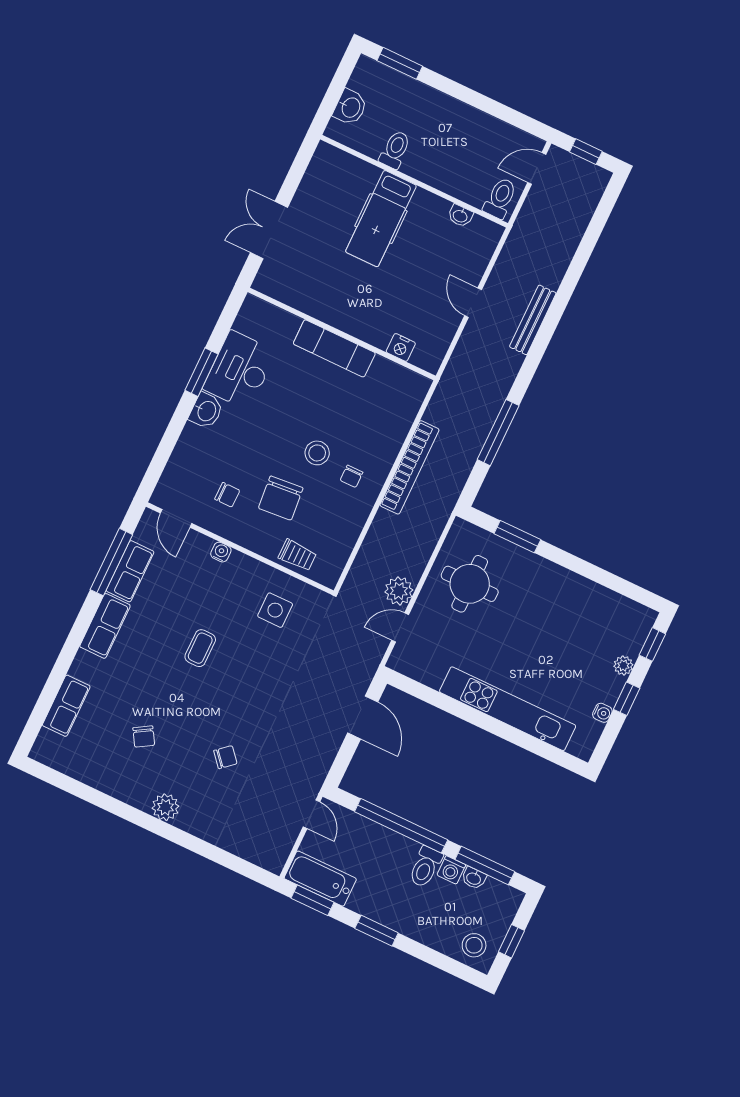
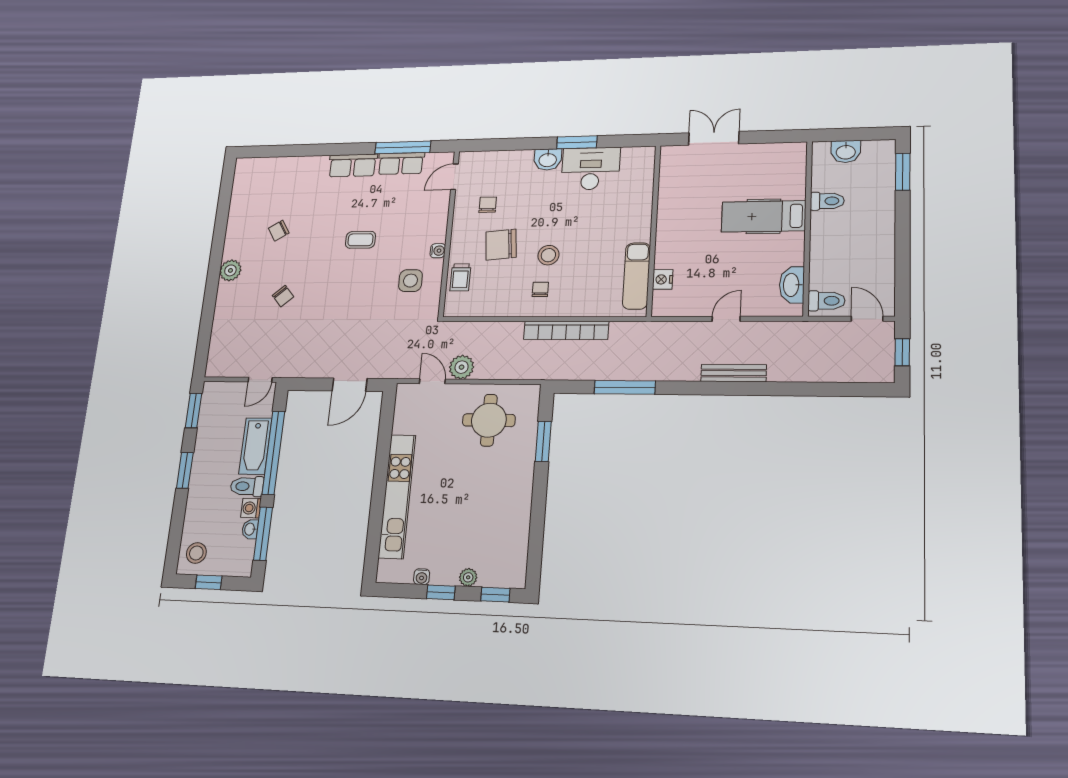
washbasin: (460, 216) -> (792, 285), width x1.91, depth x1.45
exam couch: (334, 348) -> (636, 276), moved
chair: (352, 476) -> (540, 289), turned 90
chair: (227, 495) -> (488, 205), turned 180
water cooler: (221, 552) -> (438, 251), moved
row of seats: (66, 706) -> (283, 167), removed
bathtub: (320, 879) -> (255, 446), moved, turned 180

